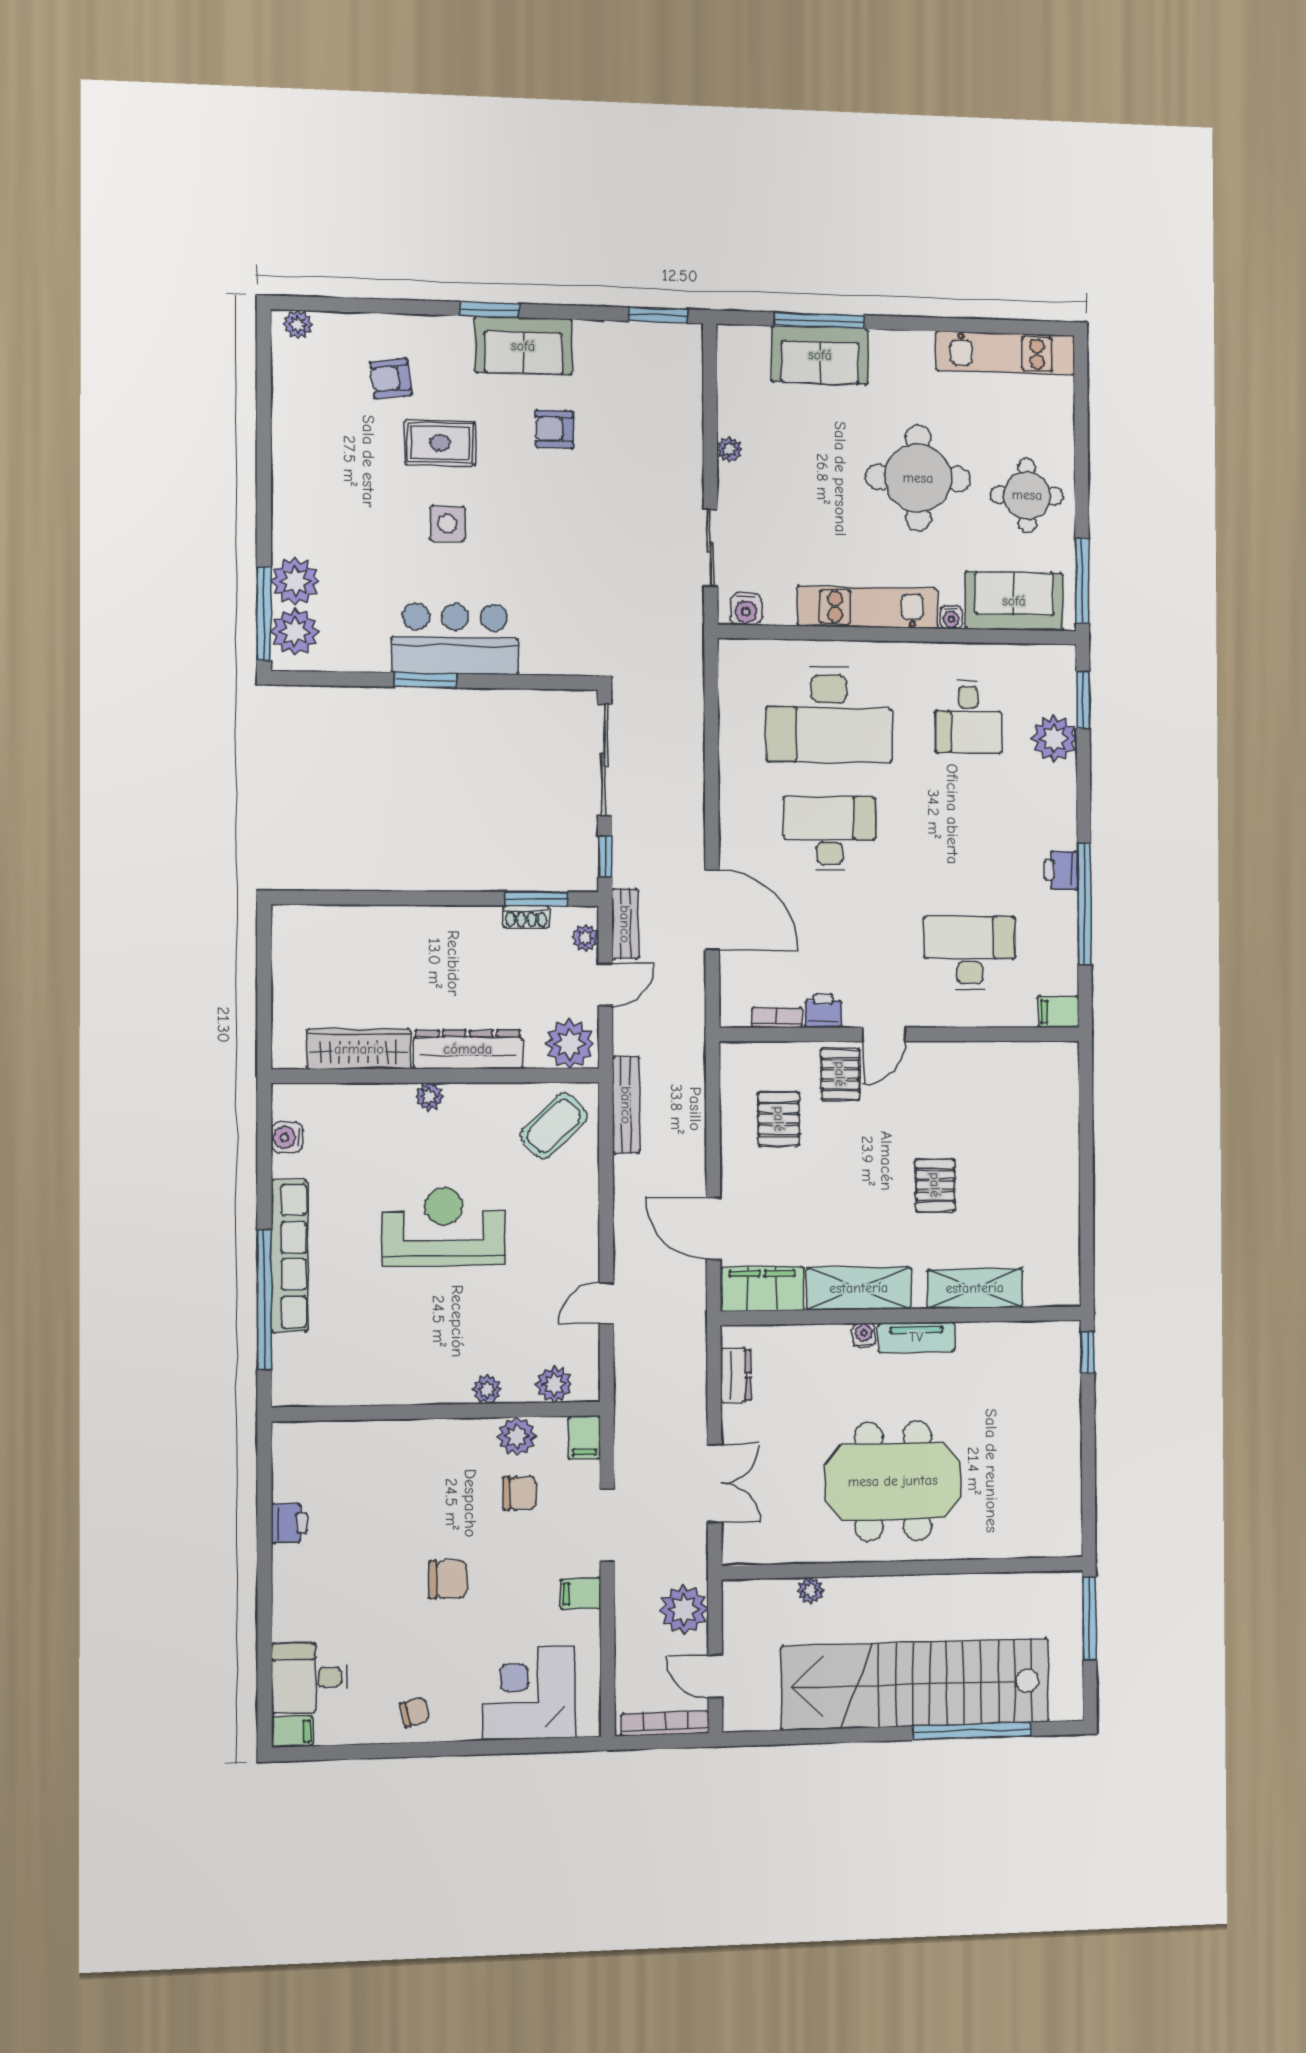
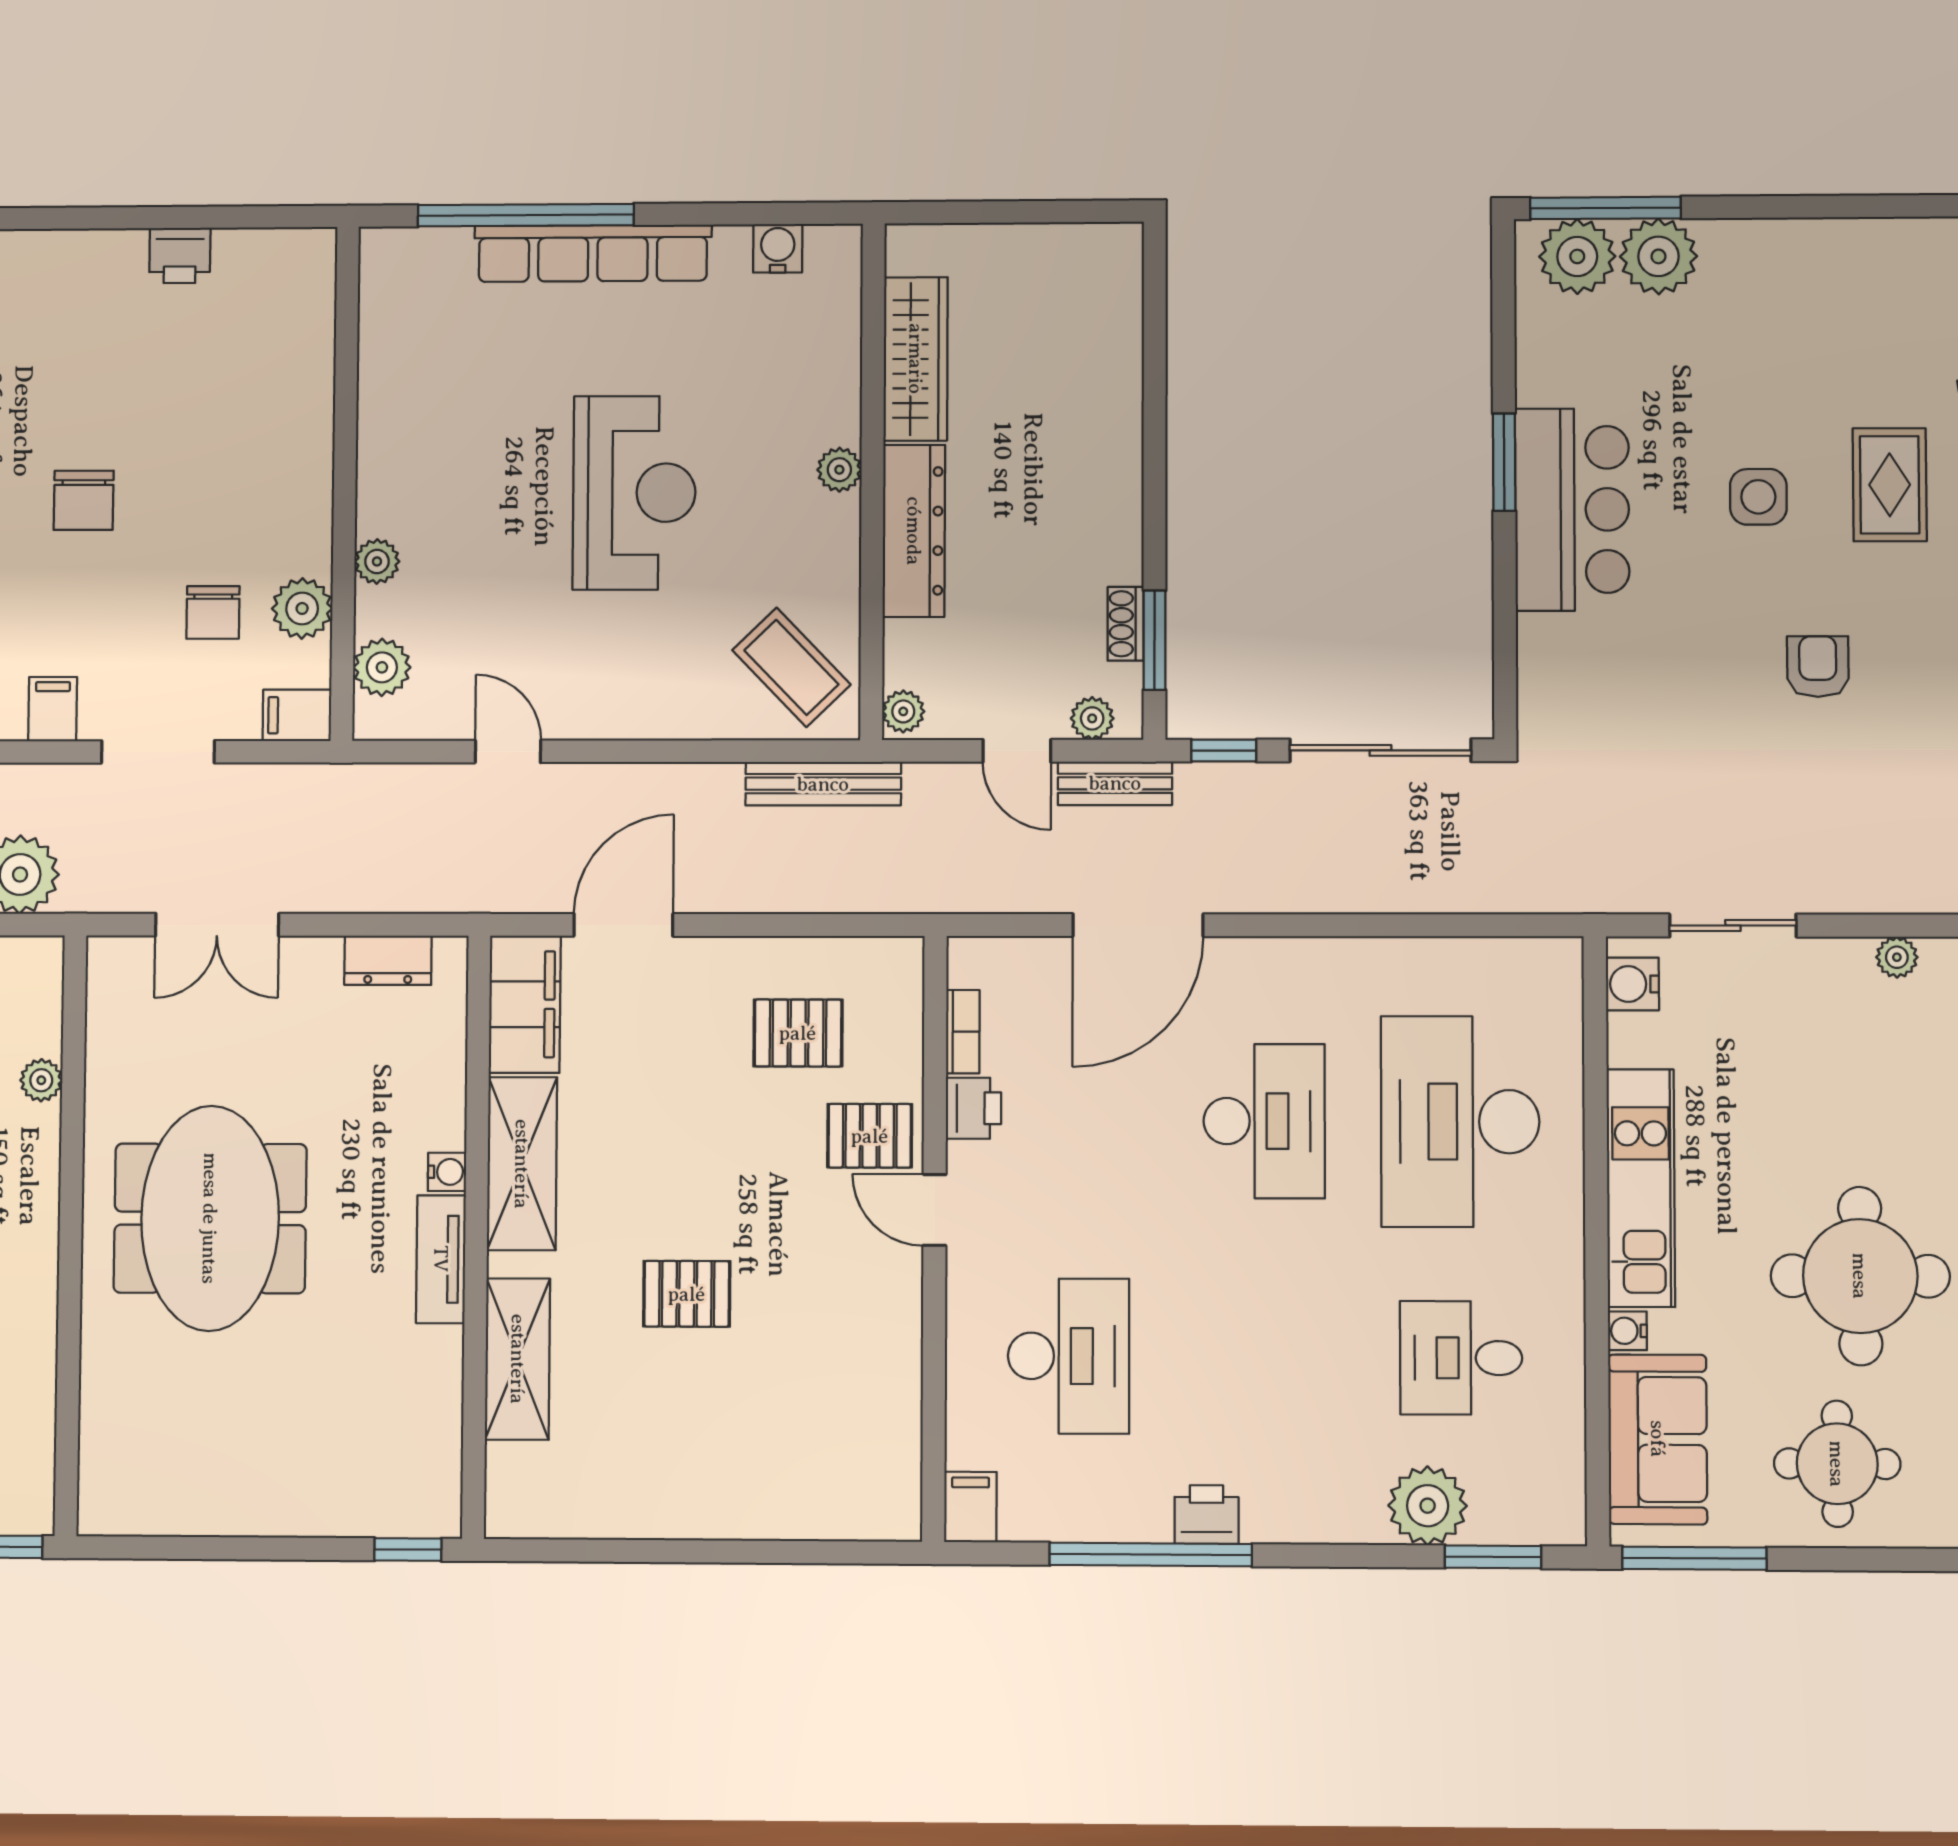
armchair: (554, 429) -> (1818, 667), moved
plant: (570, 1044) -> (903, 711), width x0.53, depth x0.53

